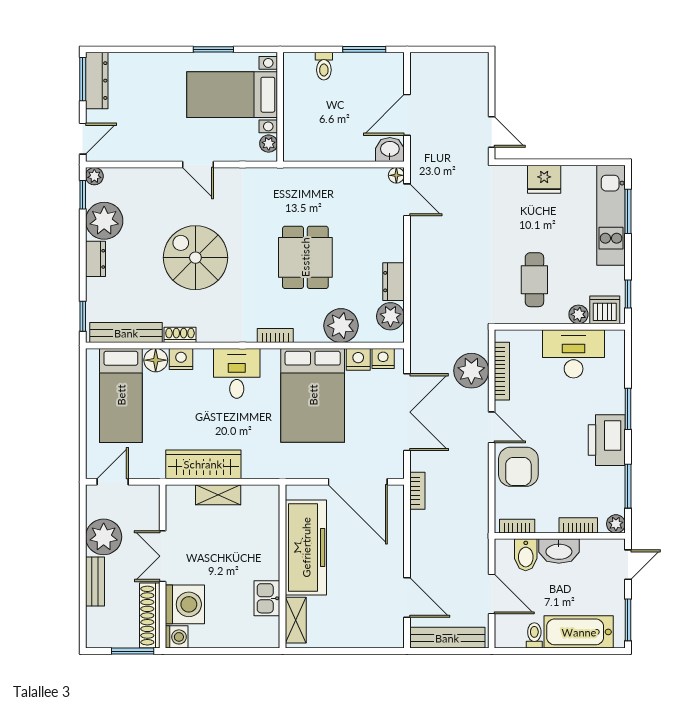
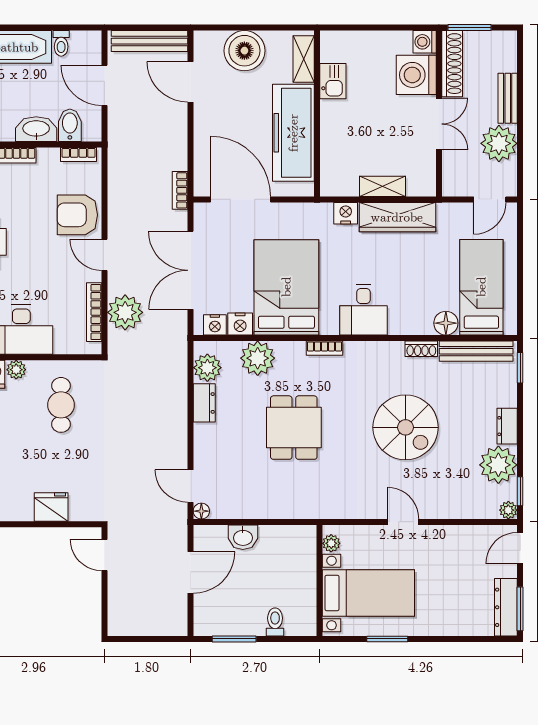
washbasin: (390, 150) -> (243, 537), moved
nightstand: (181, 359) -> (346, 213), moved, turned 180
armchair: (518, 467) -> (77, 215), turned -90
boiler: (354, 628) -> (244, 51), added

